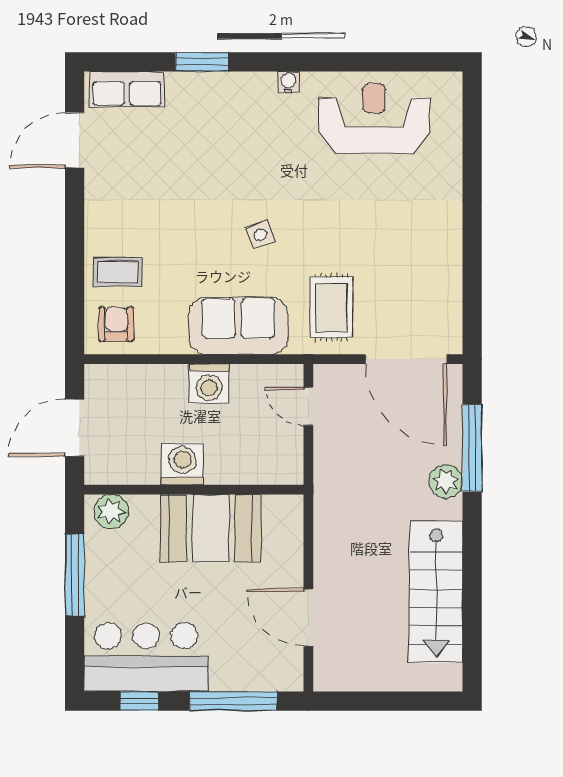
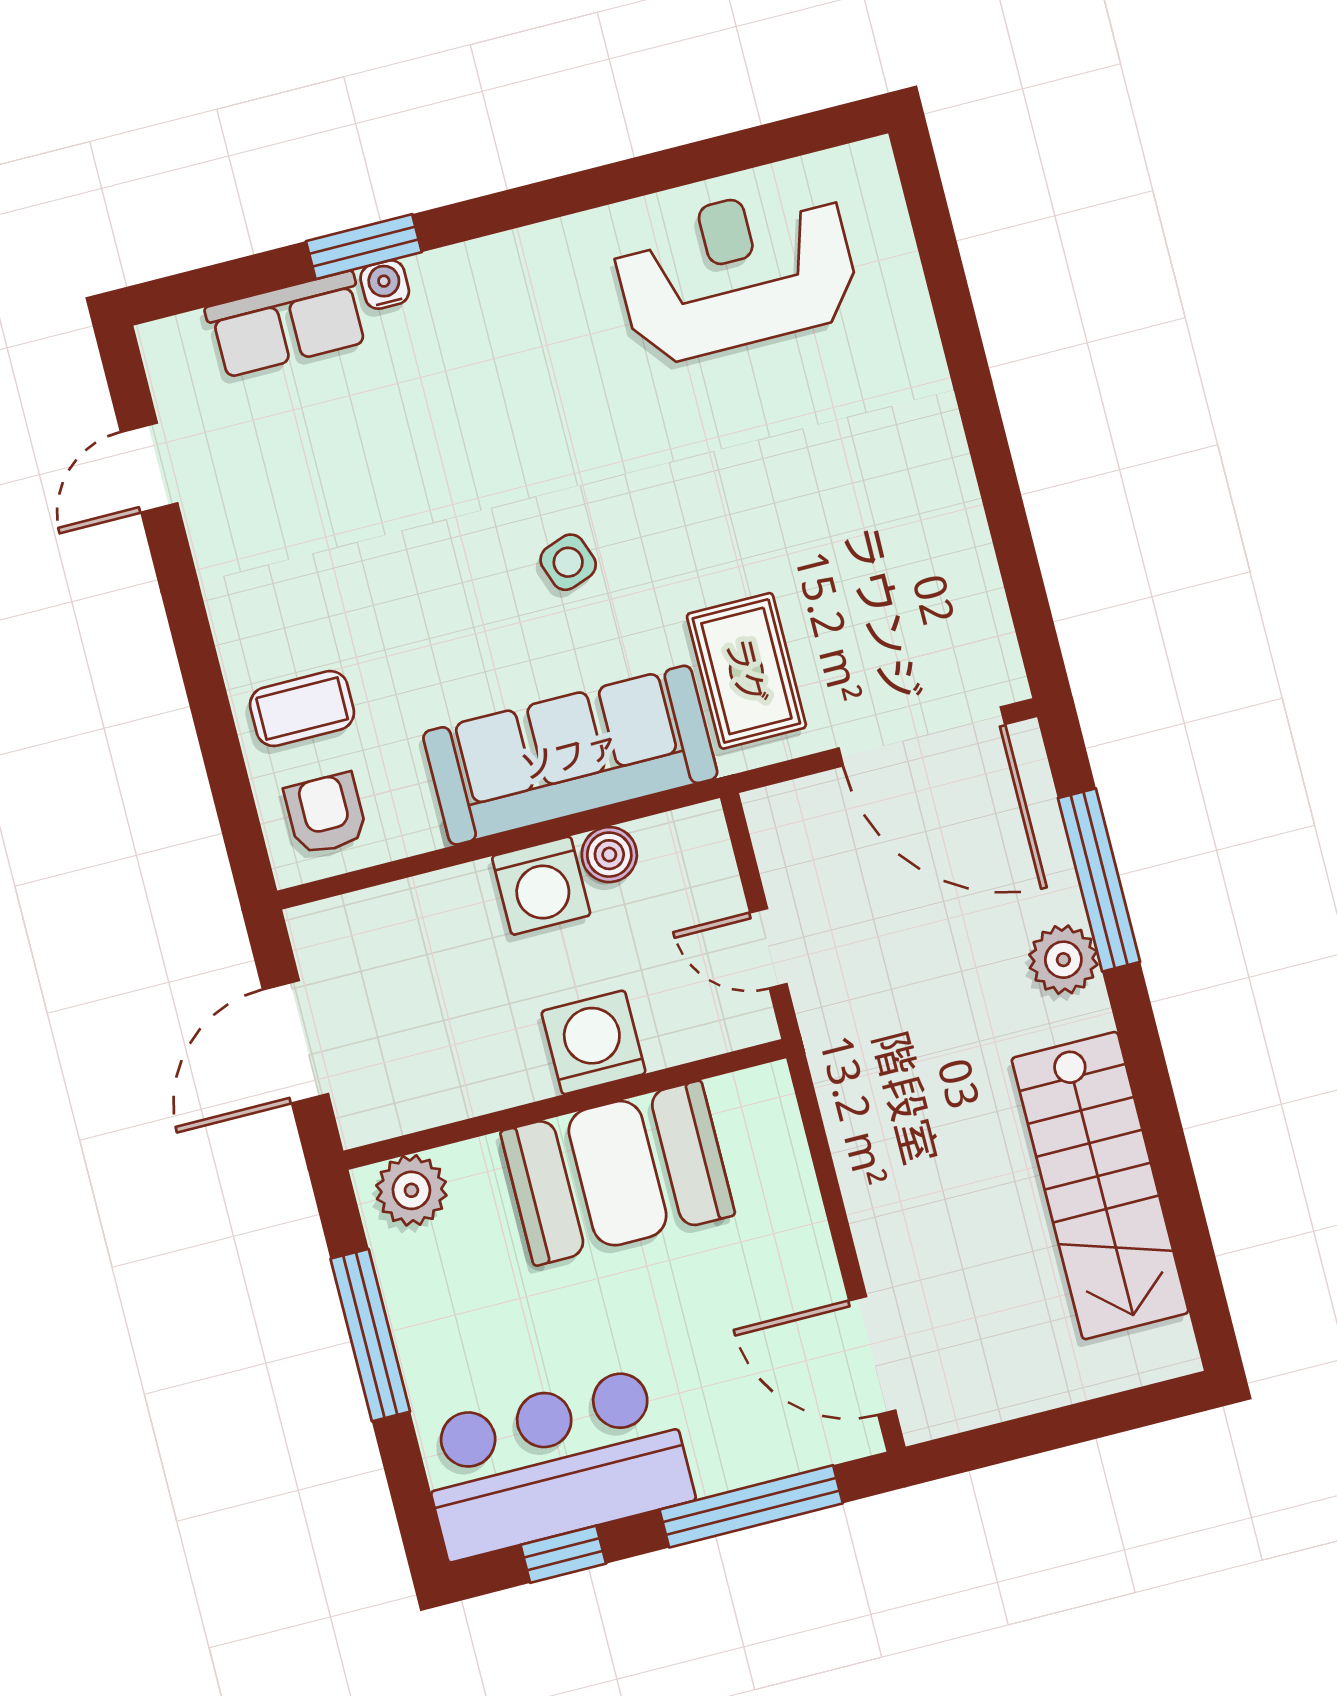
water cooler: (288, 82) -> (385, 285), moved
row of seats: (127, 89) -> (287, 324), moved
door: (75, 140) -> (149, 468), width x0.73
sofa: (238, 326) -> (570, 755), width x1.36
boiler: (245, 377) -> (609, 855), added
door: (308, 406) -> (768, 948), moved
washing machine: (182, 464) -> (594, 1042), moved
door: (308, 618) -> (872, 1355), moved

